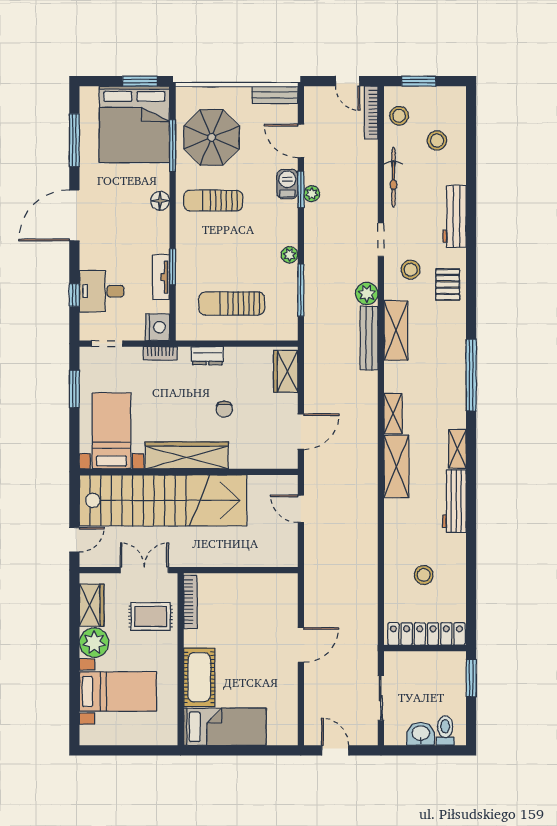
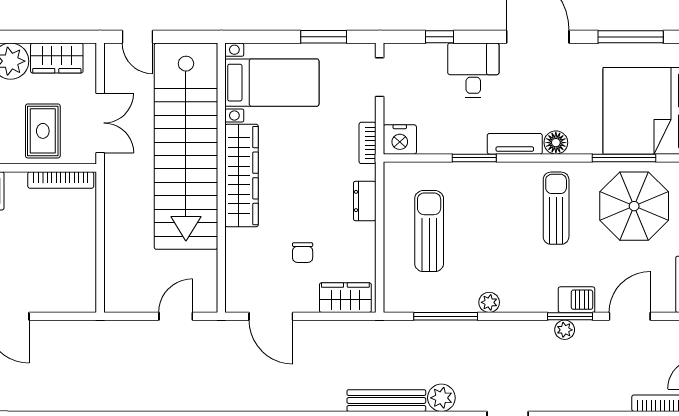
tv unit: (161, 277) -> (515, 144), moved
desk: (102, 291) -> (473, 70), moved
chair: (224, 409) -> (303, 253), moved, turned -90

